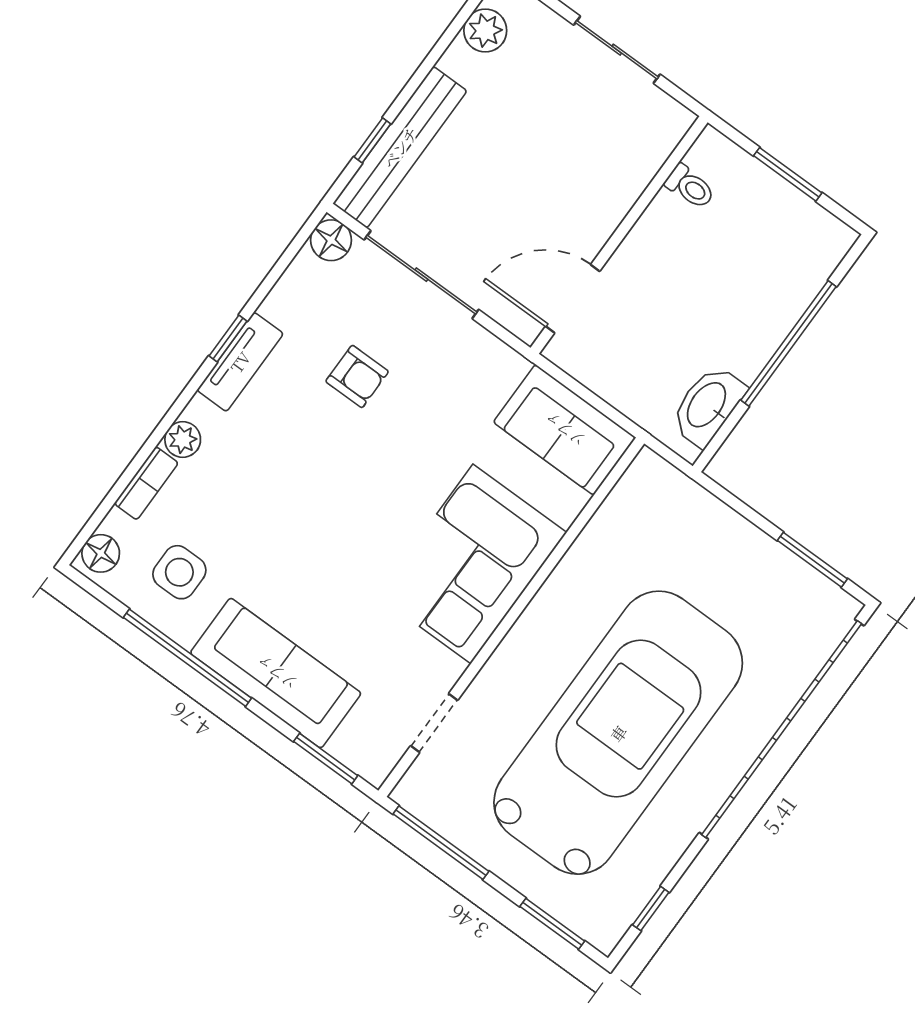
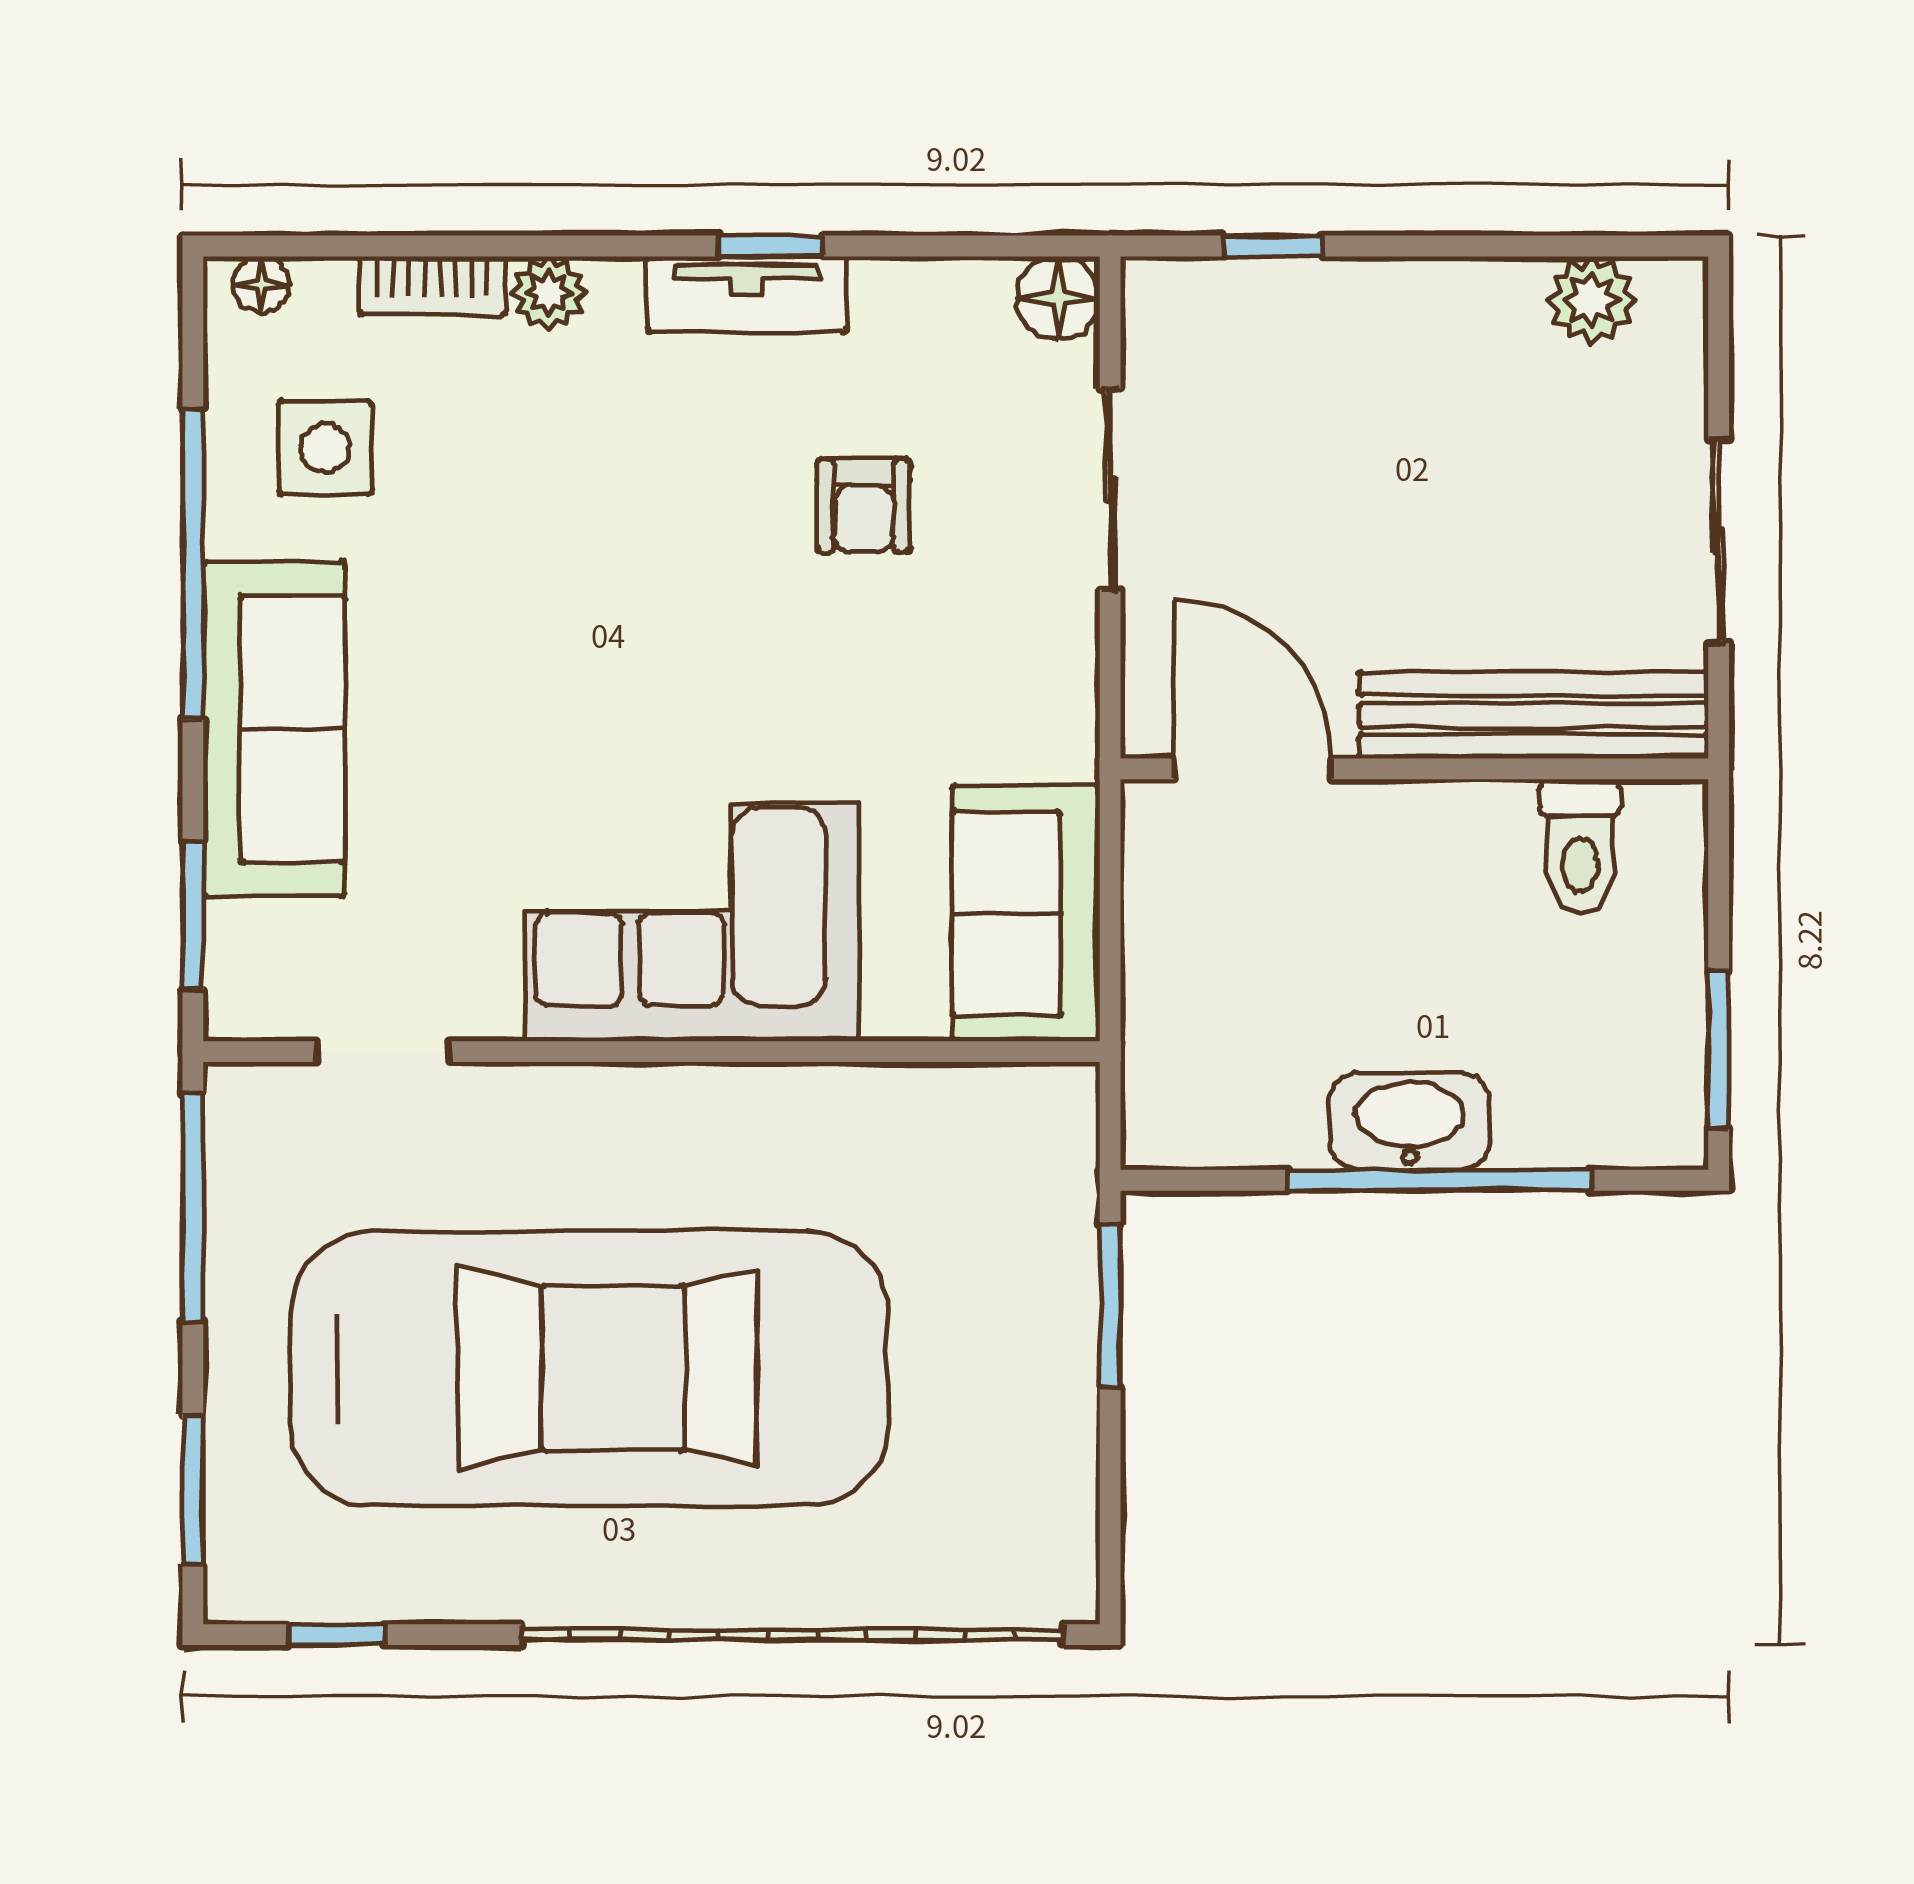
bench: (400, 147) -> (1533, 715), moved
window: (788, 174) -> (1719, 1049), moved
toilet: (690, 187) -> (1580, 846), width x1.37, depth x1.39
sliding door: (421, 275) -> (1110, 489), width x0.73
washbasin: (708, 406) -> (1410, 1121), moved
floor lamp: (101, 553) -> (261, 284), width x0.73, depth x0.73
window: (812, 560) -> (1110, 1306), moved

